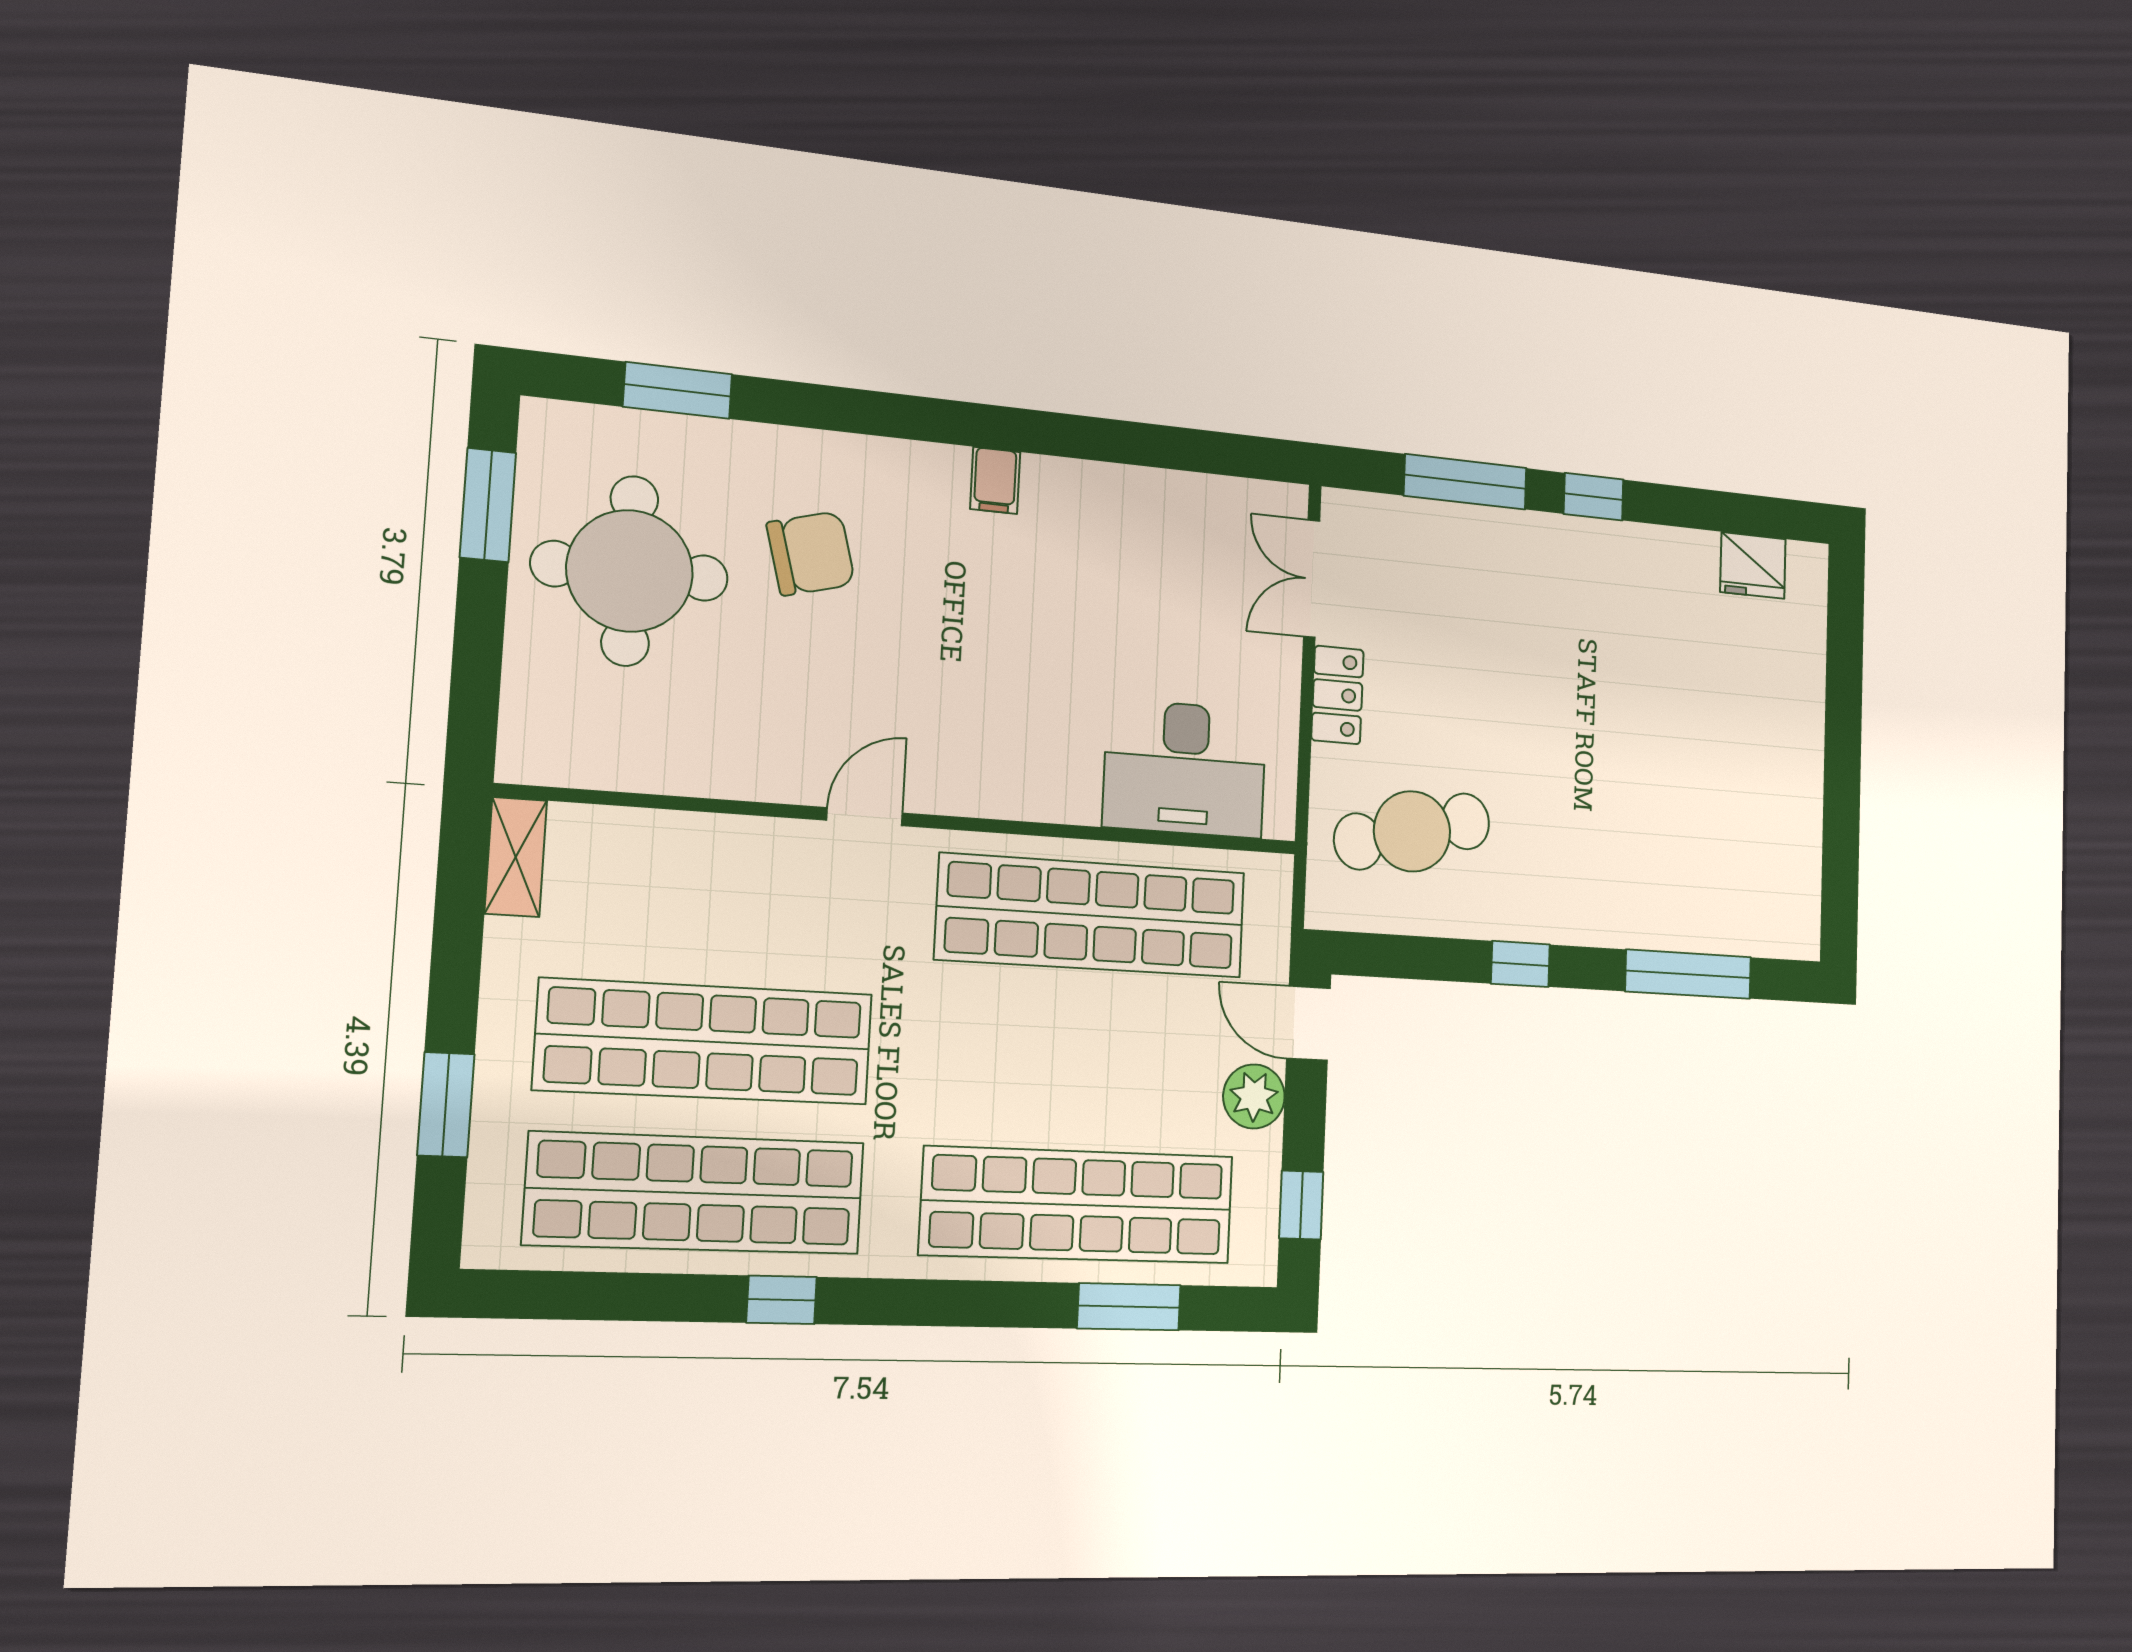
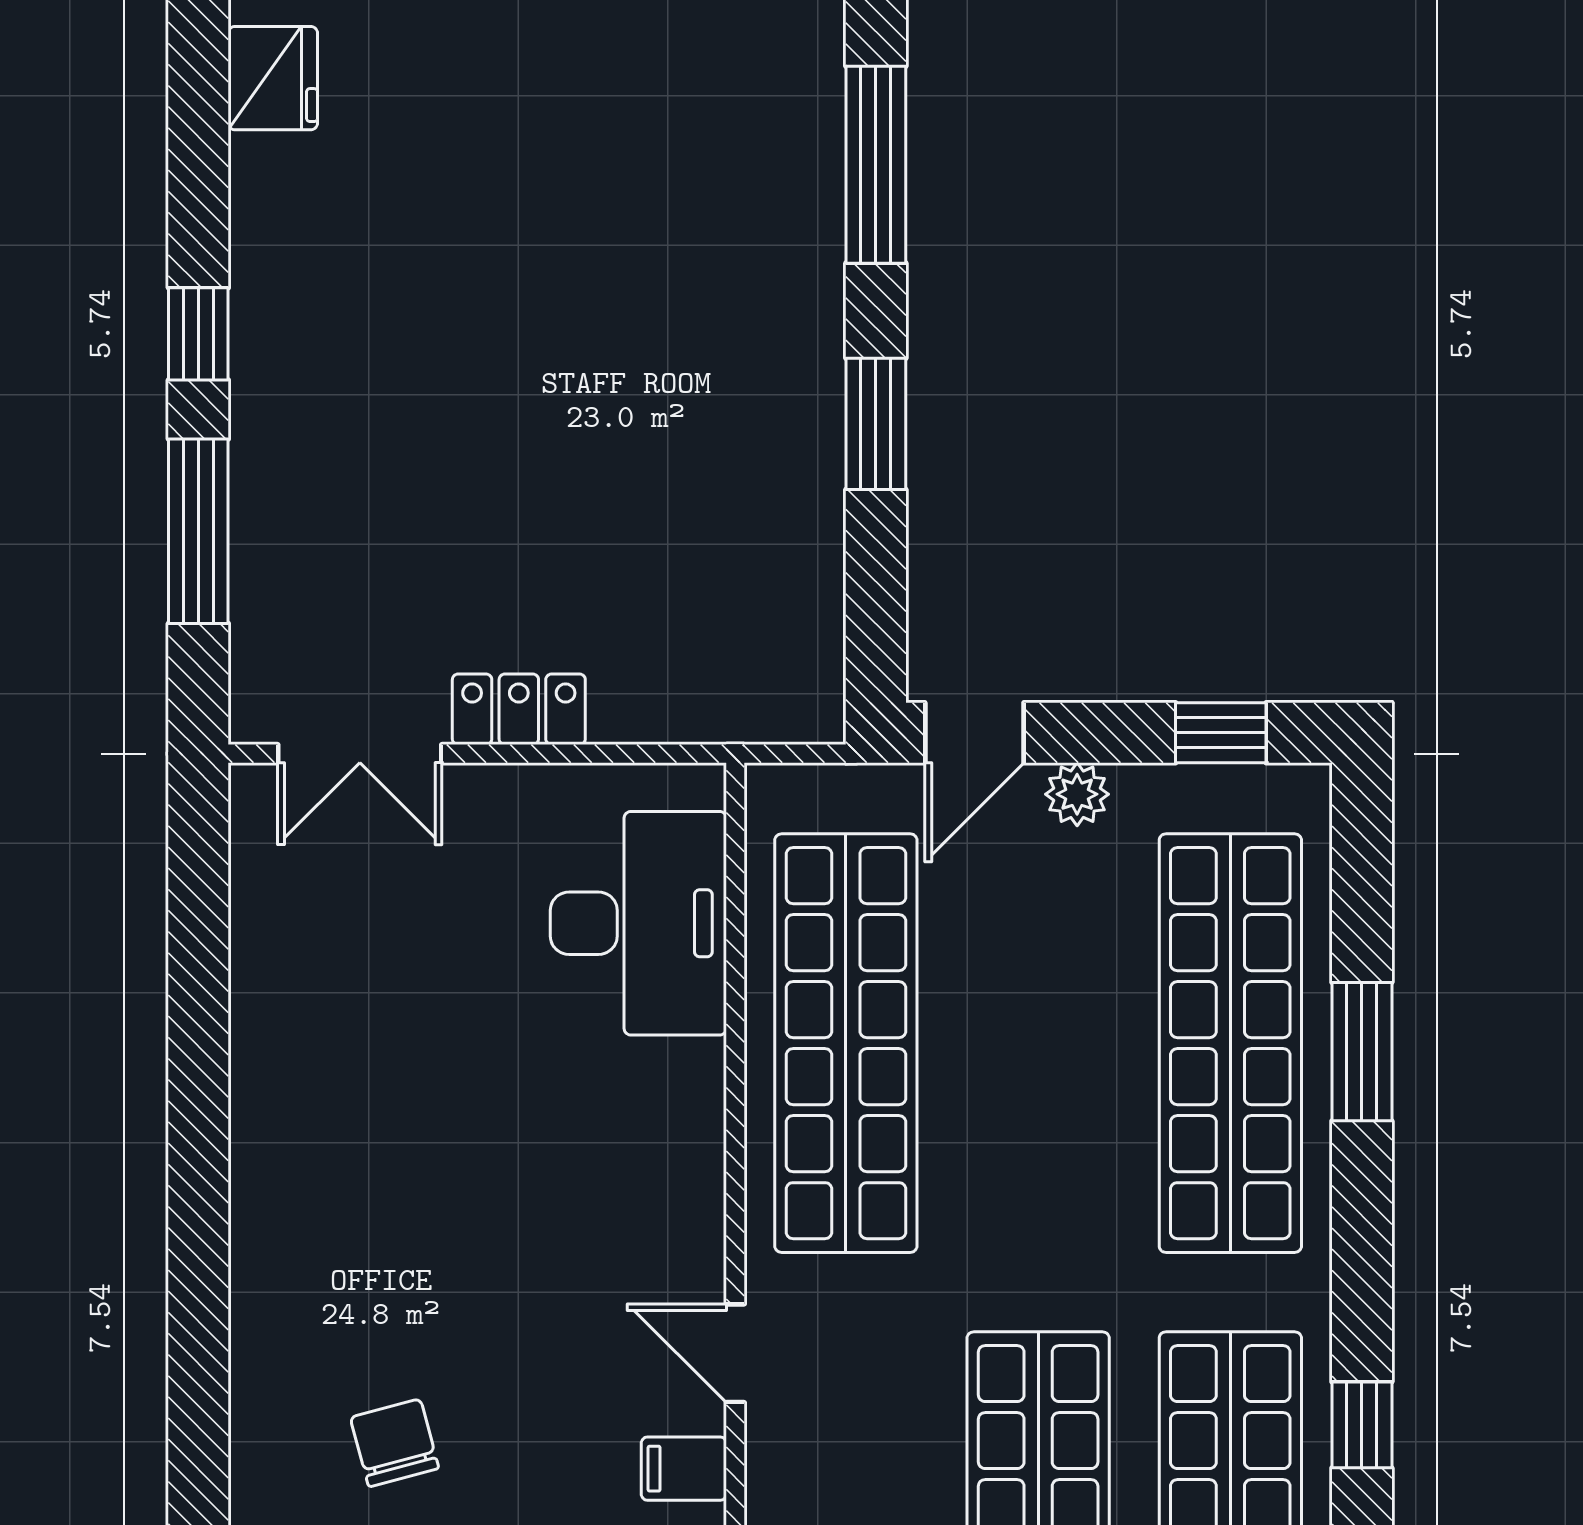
filing cabinet: (995, 480) -> (684, 1469), moved, turned 180
chair: (811, 553) -> (395, 1443), width x0.73, depth x0.73
cafe table: (1412, 831) -> (701, 592), removed
window: (1520, 964) -> (876, 424), width x1.50
plant: (1254, 1096) -> (1077, 794), width x0.73, depth x0.73
window: (1129, 1307) -> (1362, 1052), moved

